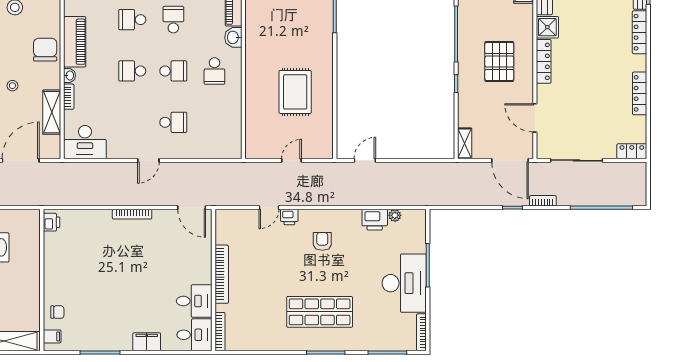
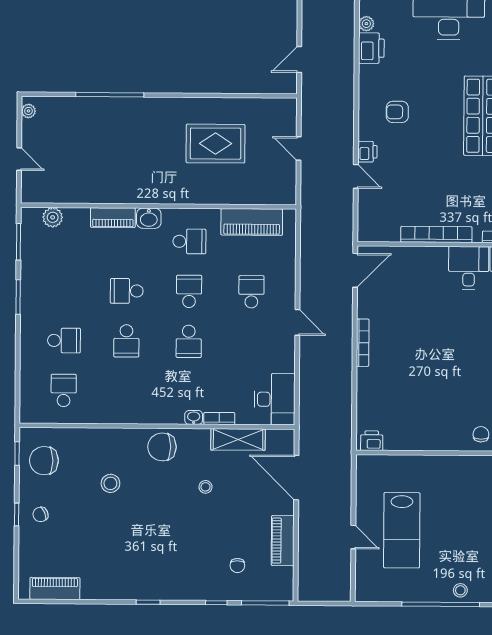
piano: (75, 42) -> (252, 222), moved, turned 180
door: (365, 160) -> (299, 60), hinge flipped

